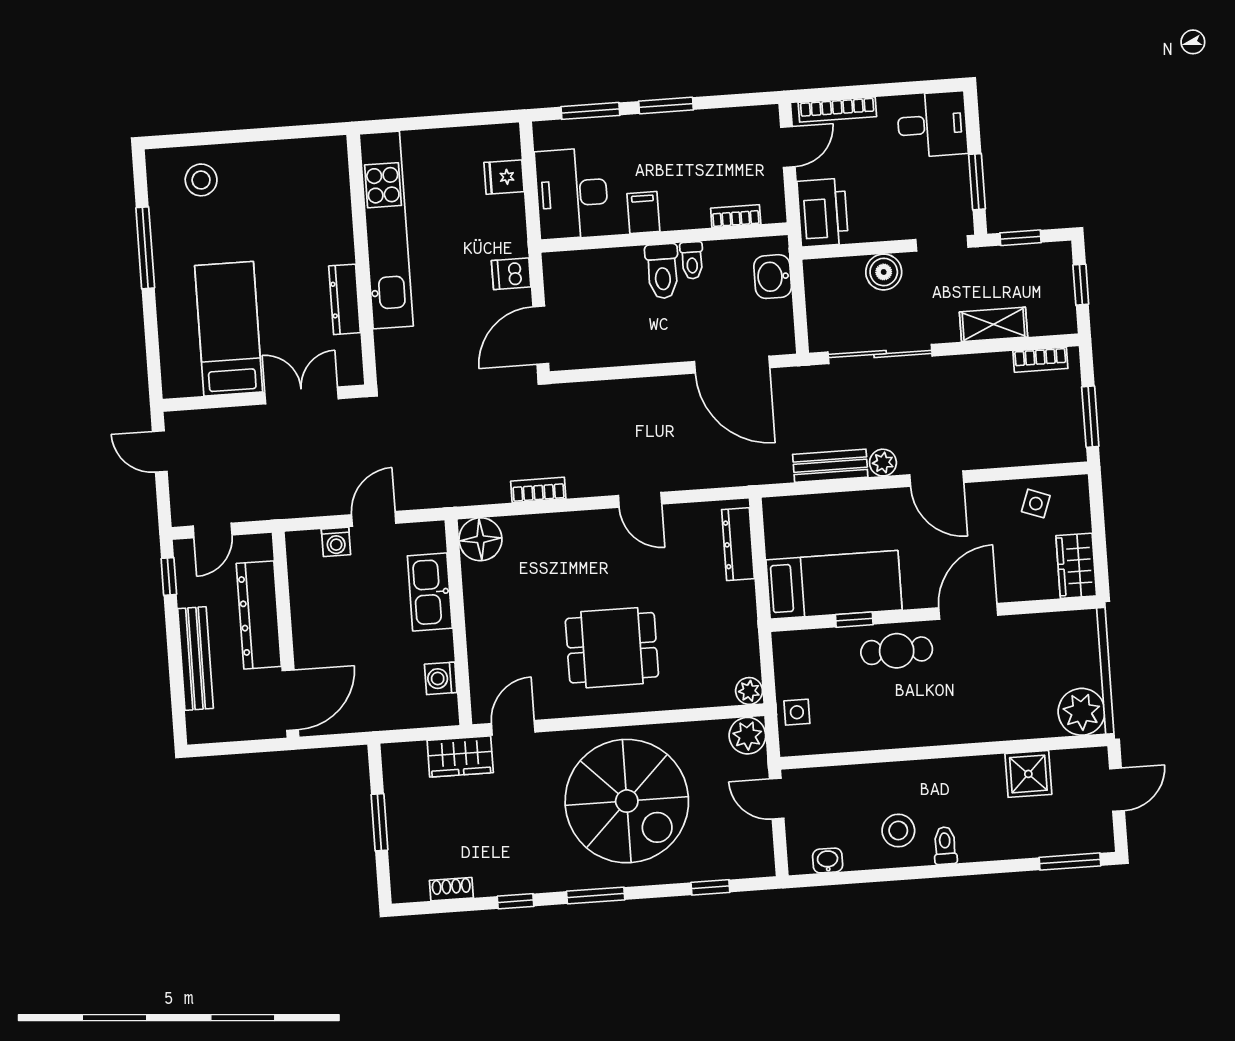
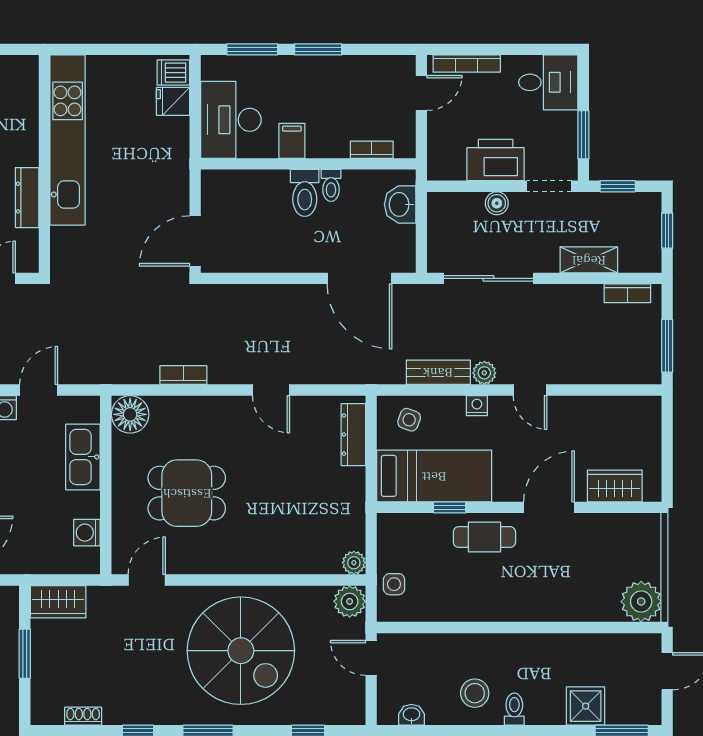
printer: (823, 213) -> (496, 160), moved, turned -90
boiler: (884, 272) -> (497, 203), width x0.73, depth x0.73
dishwasher: (511, 274) -> (173, 73), moved
door: (937, 479) -> (530, 390), width x0.73
nightstand: (877, 501) -> (477, 406), added
side table: (1036, 504) -> (409, 420), moved
wardrobe: (1076, 566) -> (615, 486), moved, turned 90
dining table: (612, 648) -> (187, 493), moved
wardrobe: (460, 757) -> (58, 602), moved
shower: (1028, 774) -> (586, 706), moved

